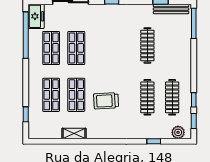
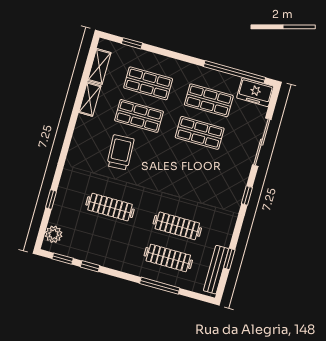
window: (194, 23) -> (160, 286), moved
clothes rail: (172, 97) -> (168, 258), moved
shelving: (49, 133) -> (99, 66), added

